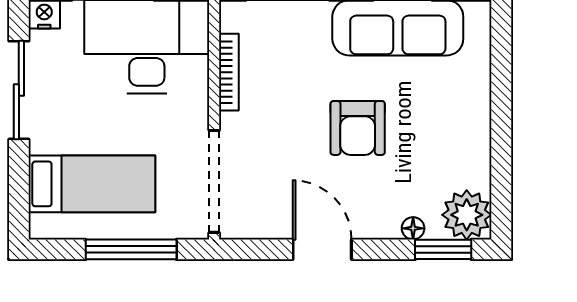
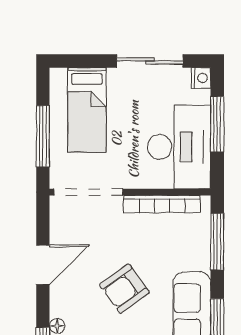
bookcase: (229, 72) -> (162, 204), width x1.48, depth x1.31
armchair: (358, 128) -> (124, 289), turned -36

